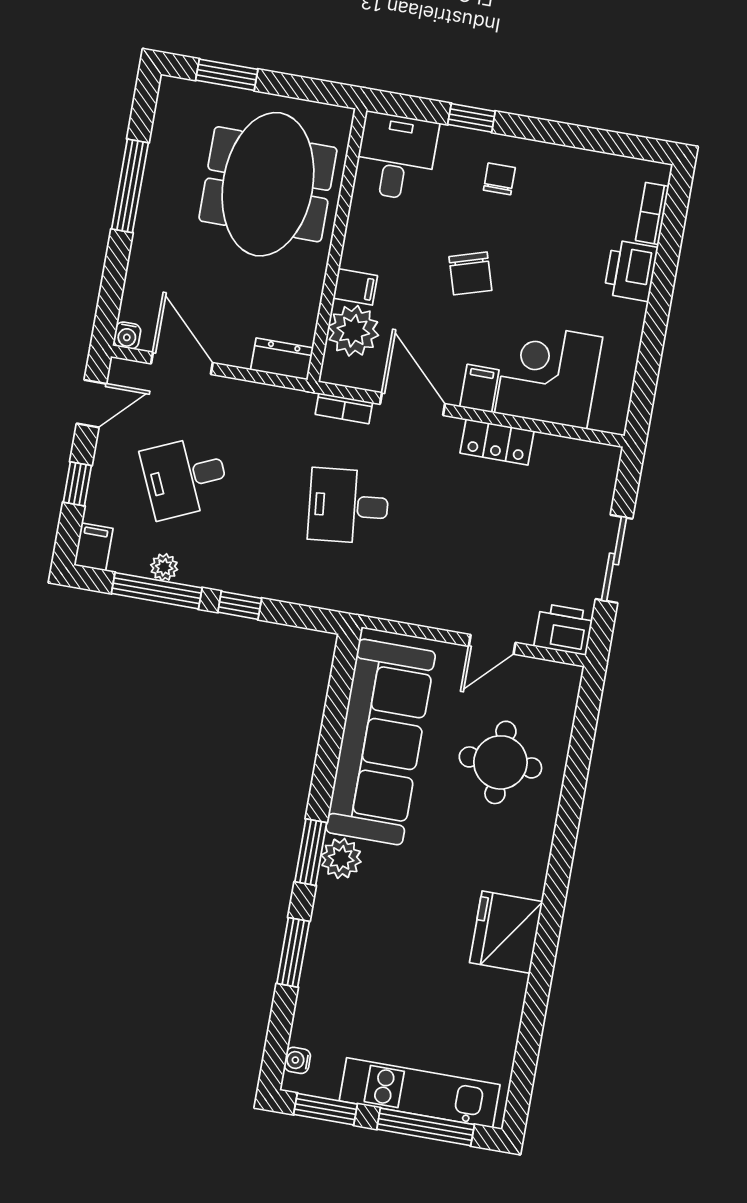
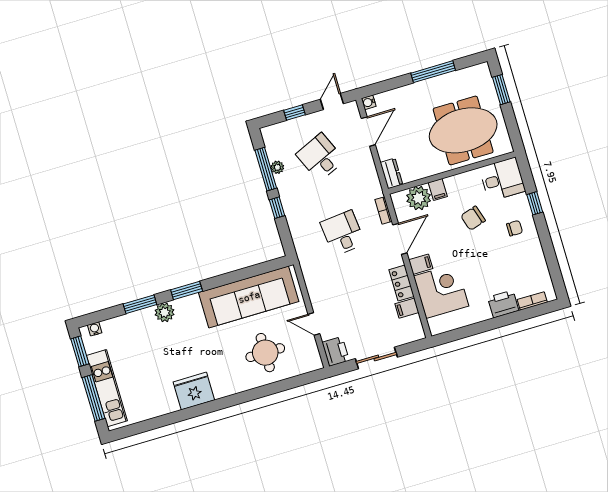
chair: (470, 273) -> (473, 218), moved
door: (92, 404) -> (332, 102), swing flipped
filing cabinet: (93, 547) -> (407, 308), moved, turned 180
plant: (341, 858) -> (165, 312), moved

